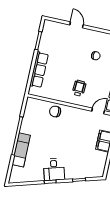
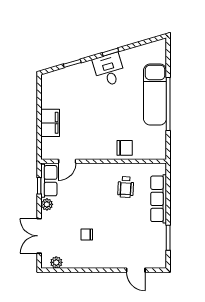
door: (77, 25) -> (136, 270), moved
wheelchair: (79, 88) -> (126, 187), moved
exam couch: (21, 150) -> (155, 95), width x1.36, depth x1.45

